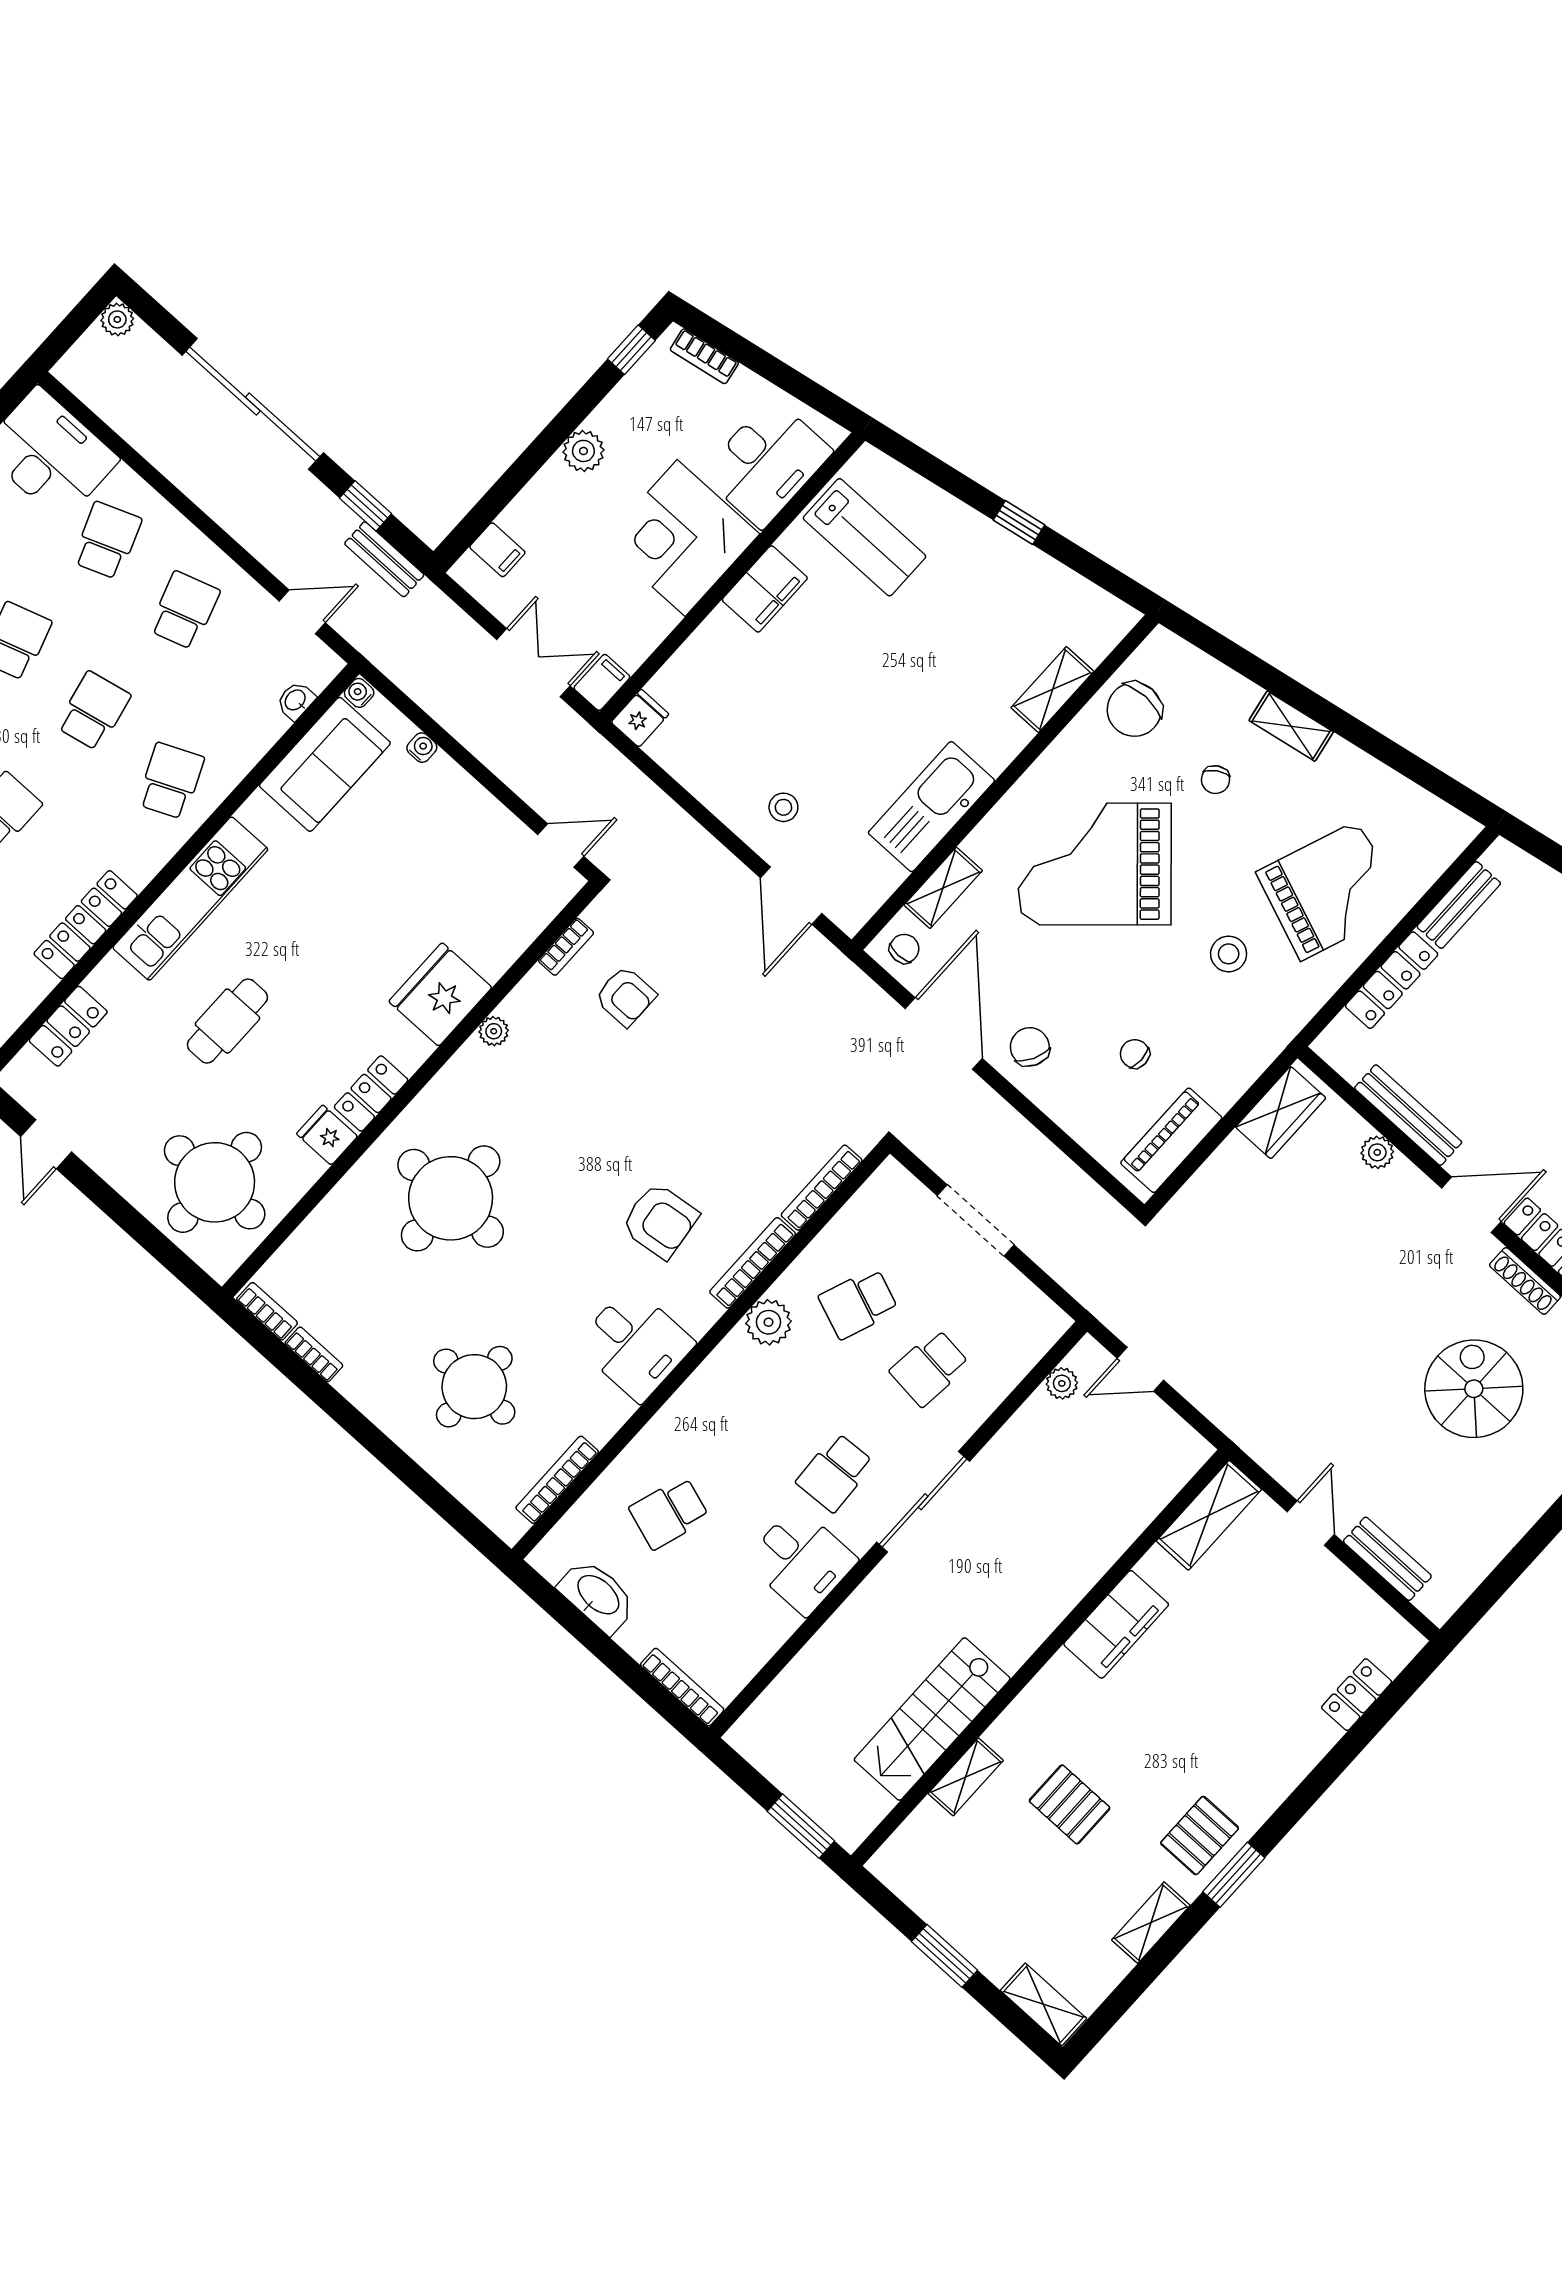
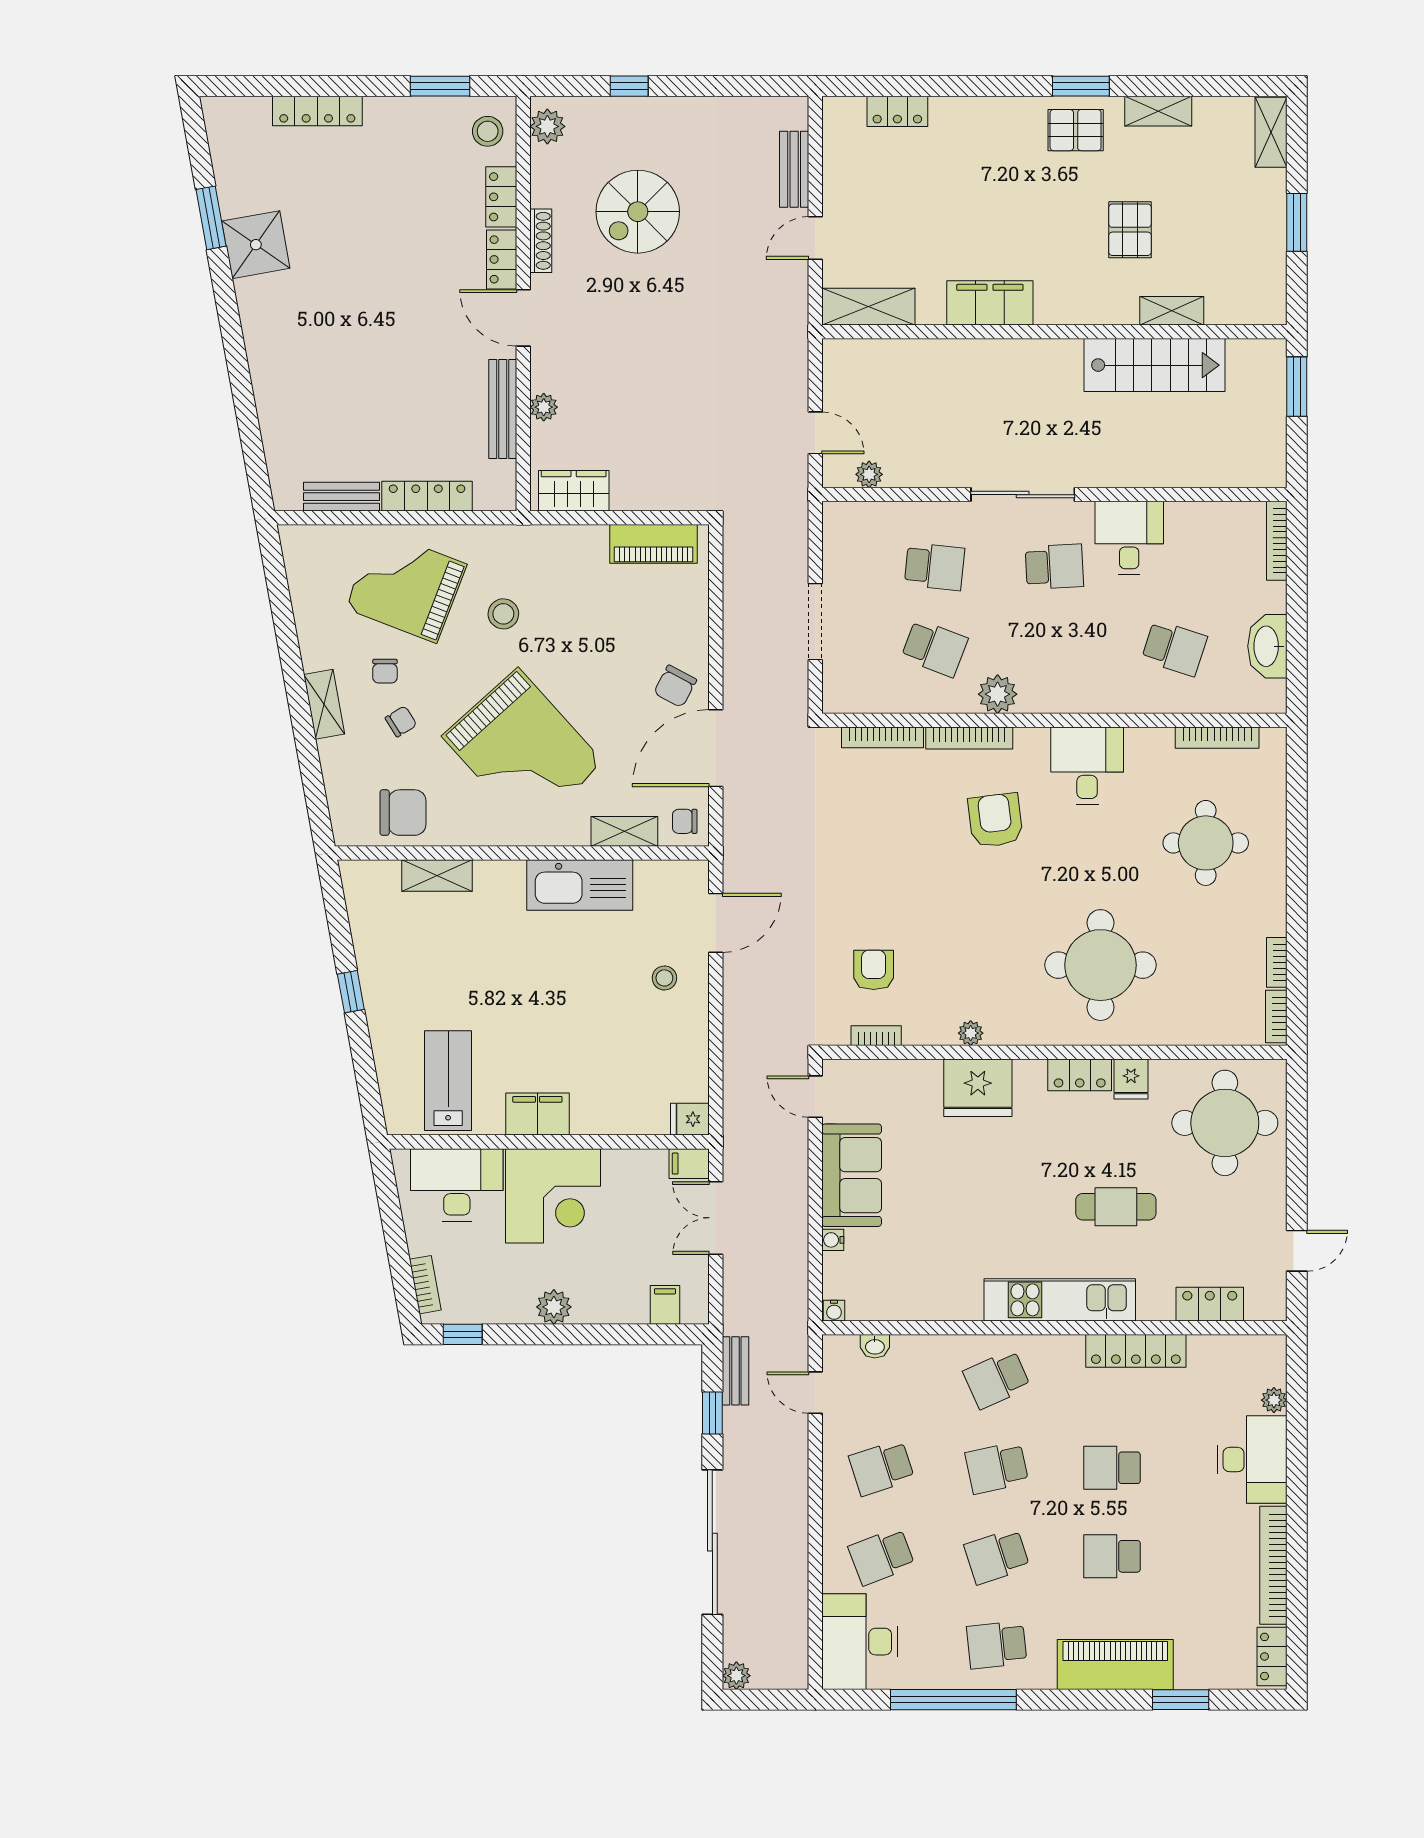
sofa: (325, 764) -> (852, 1175), moved, turned 90
chair: (1135, 1054) -> (385, 671), moved

